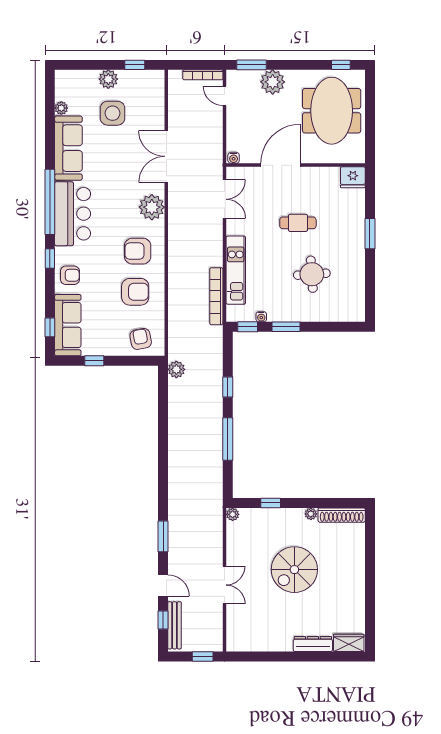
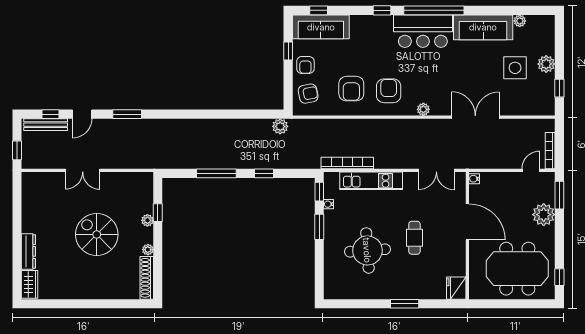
plant: (152, 207) -> (423, 109), width x0.53, depth x0.53
round table: (312, 274) -> (367, 250), width x1.36, depth x1.36
armchair: (70, 275) -> (305, 65), moved
plant: (233, 514) -> (147, 220), moved

